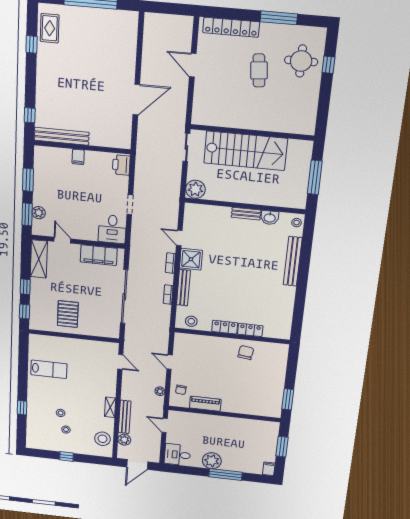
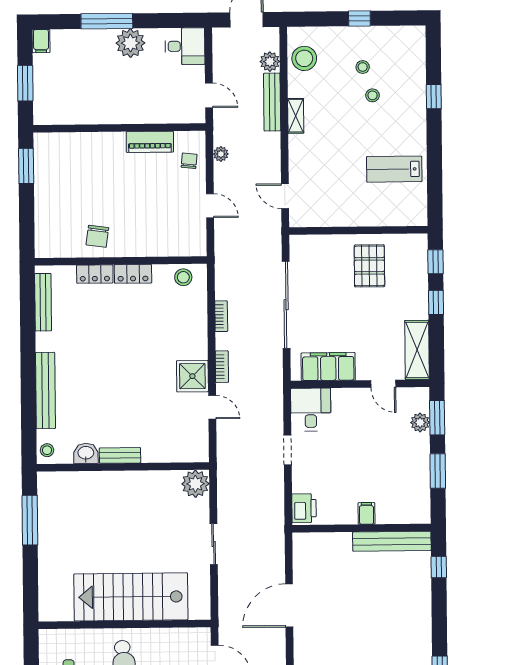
wall: (252, 132) -> (125, 624), moved
stairs: (246, 151) -> (131, 597), moved
bench: (183, 288) -> (43, 302), moved

